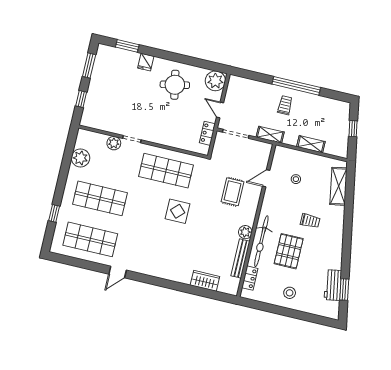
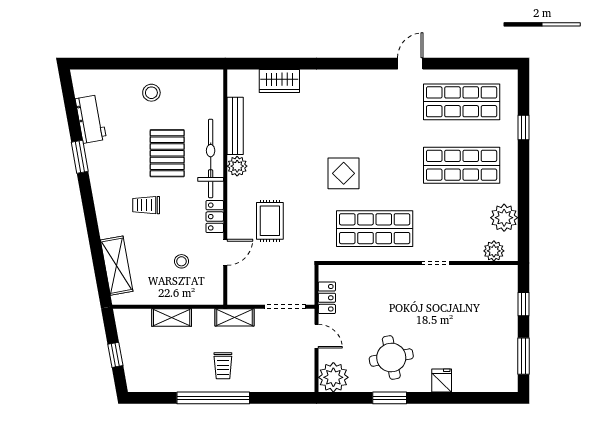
window: (127, 46) -> (390, 398), moved
plant: (114, 143) -> (494, 251), moved
locker: (250, 278) -> (215, 217), moved
window: (344, 289) -> (80, 157), moved

